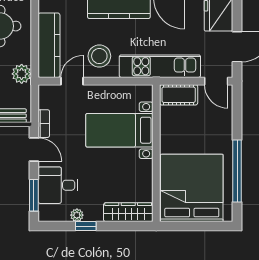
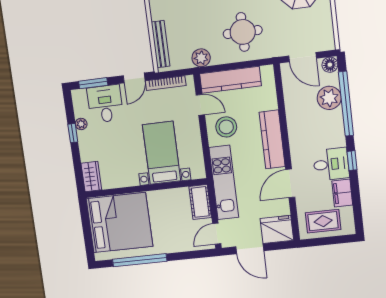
bookcase: (44, 124) -> (166, 83), width x1.56
wardrobe: (128, 212) -> (91, 176), width x0.67

